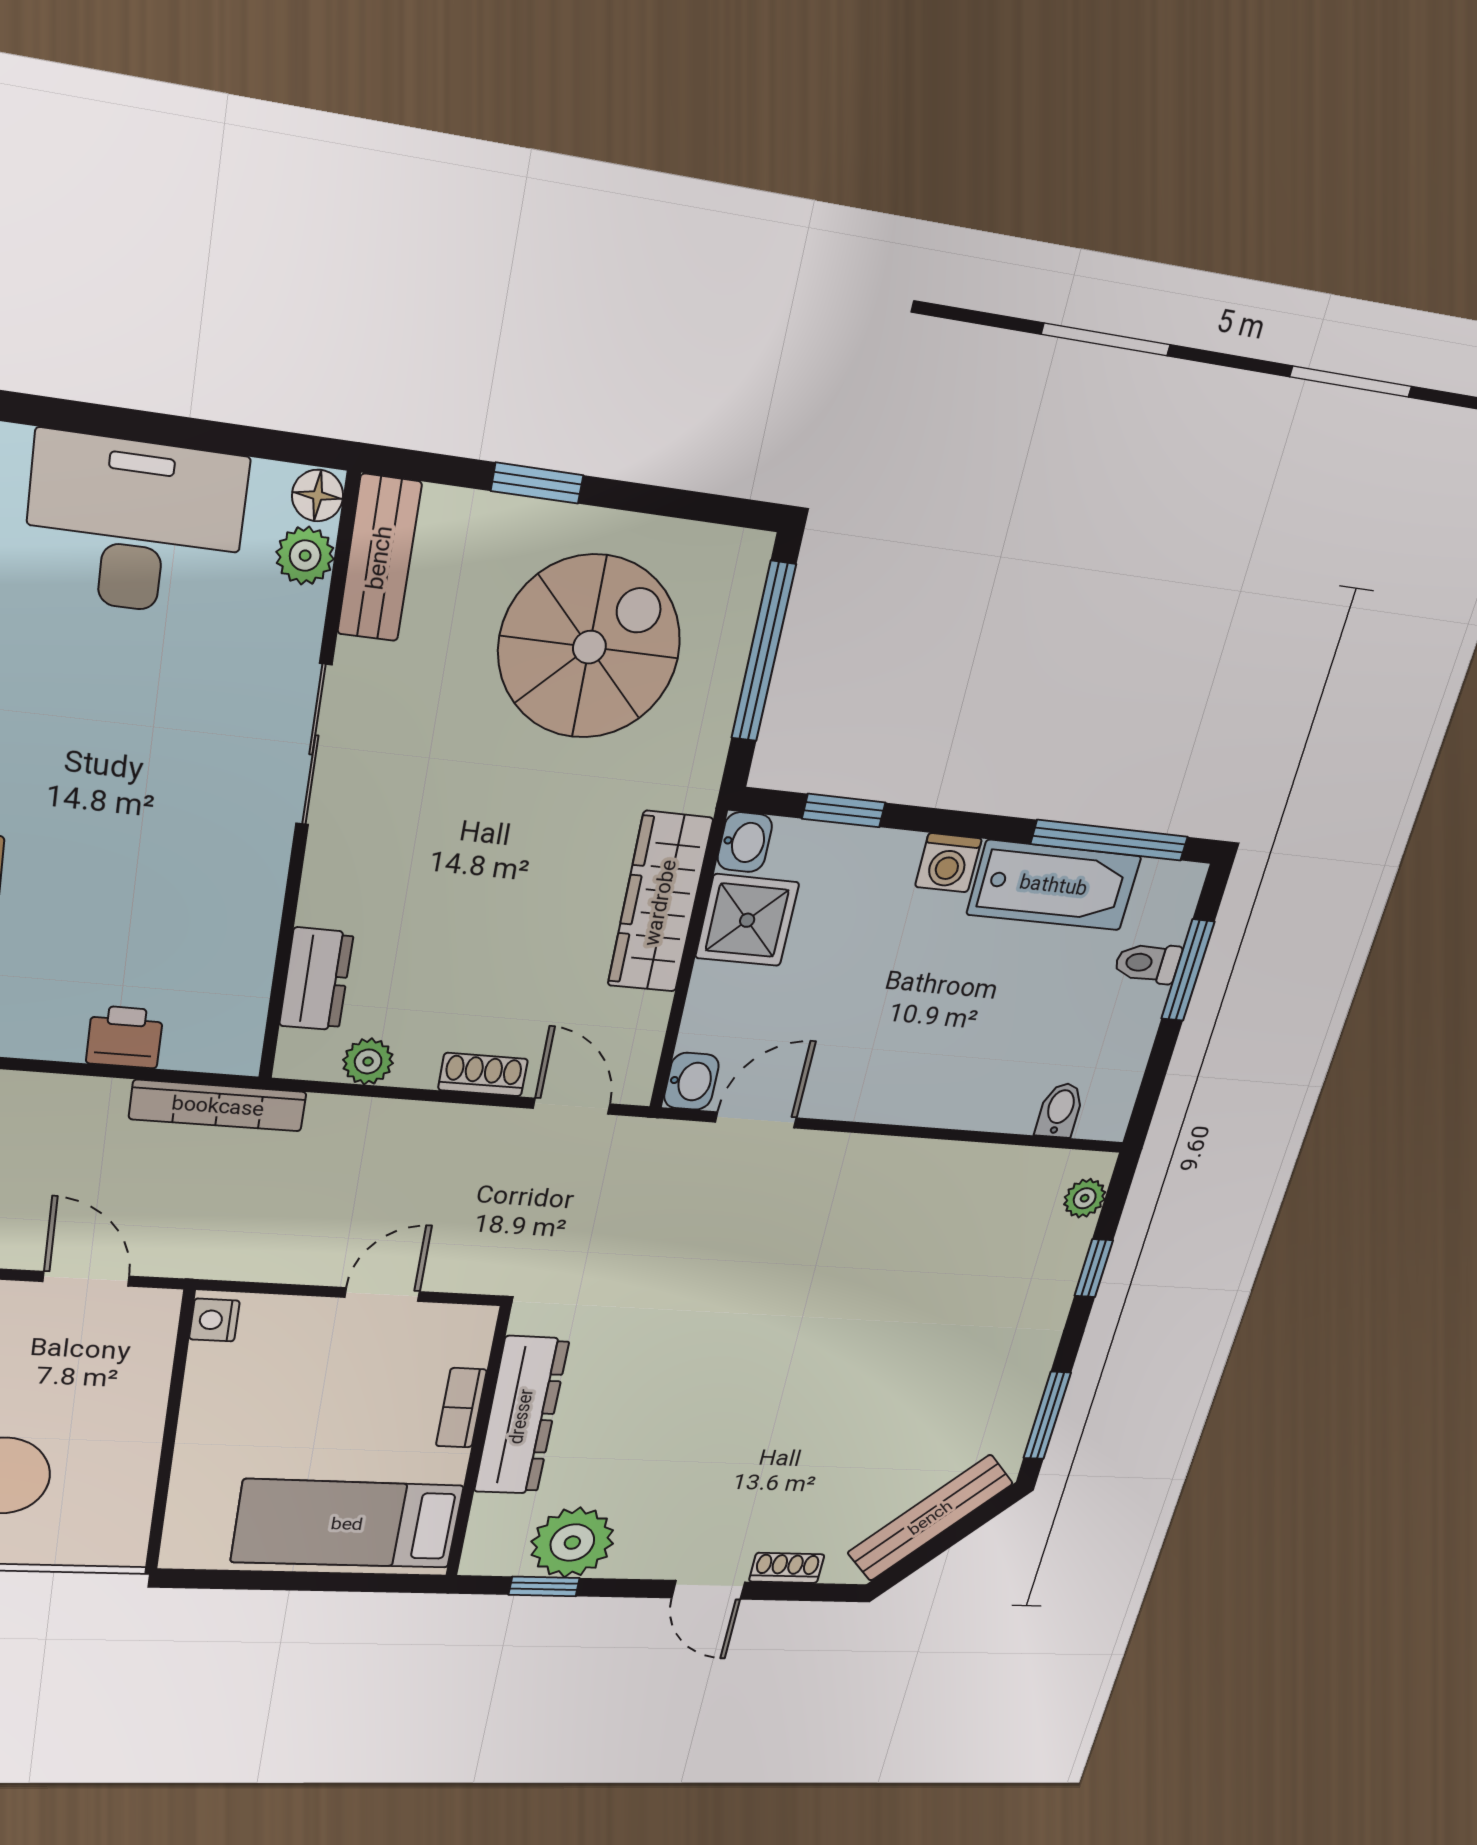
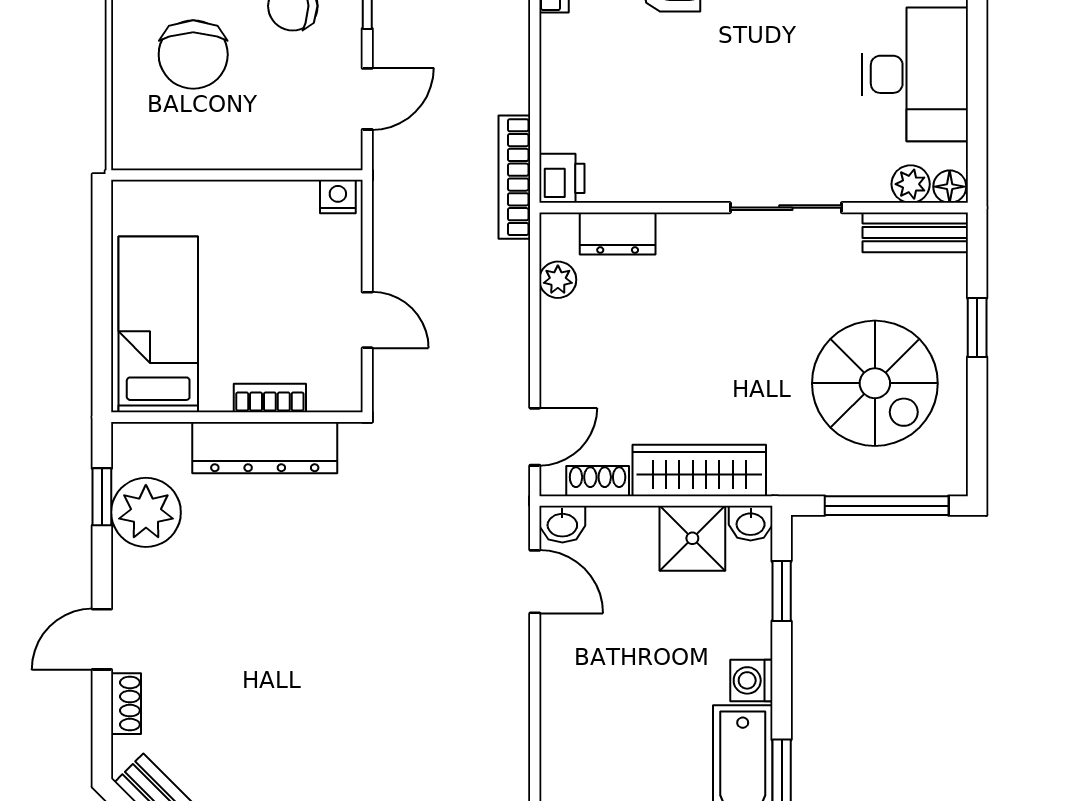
printer: (125, 1037) -> (562, 178), moved
shoe rack: (483, 1075) -> (598, 481), moved, turned -90

